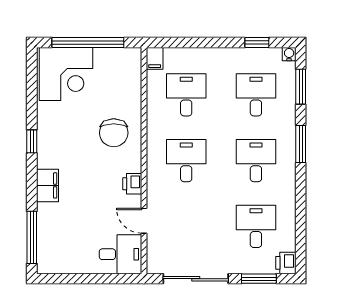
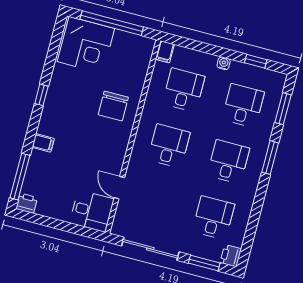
water cooler: (289, 54) -> (224, 63), moved
printer: (132, 184) -> (27, 203), moved, turned 90
filing cabinet: (47, 185) -> (43, 143), width x0.50

